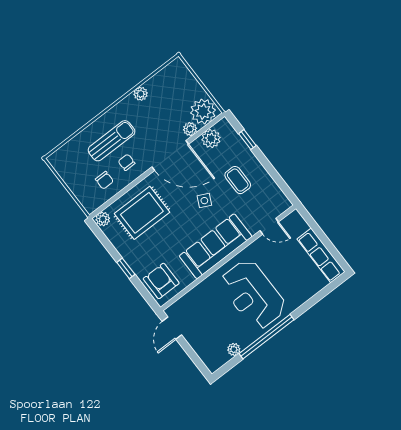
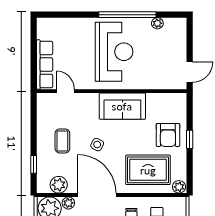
sofa: (216, 246) -> (122, 106), width x0.73
row of seats: (321, 255) -> (45, 65), moved
armchair: (161, 281) -> (168, 135), moved

